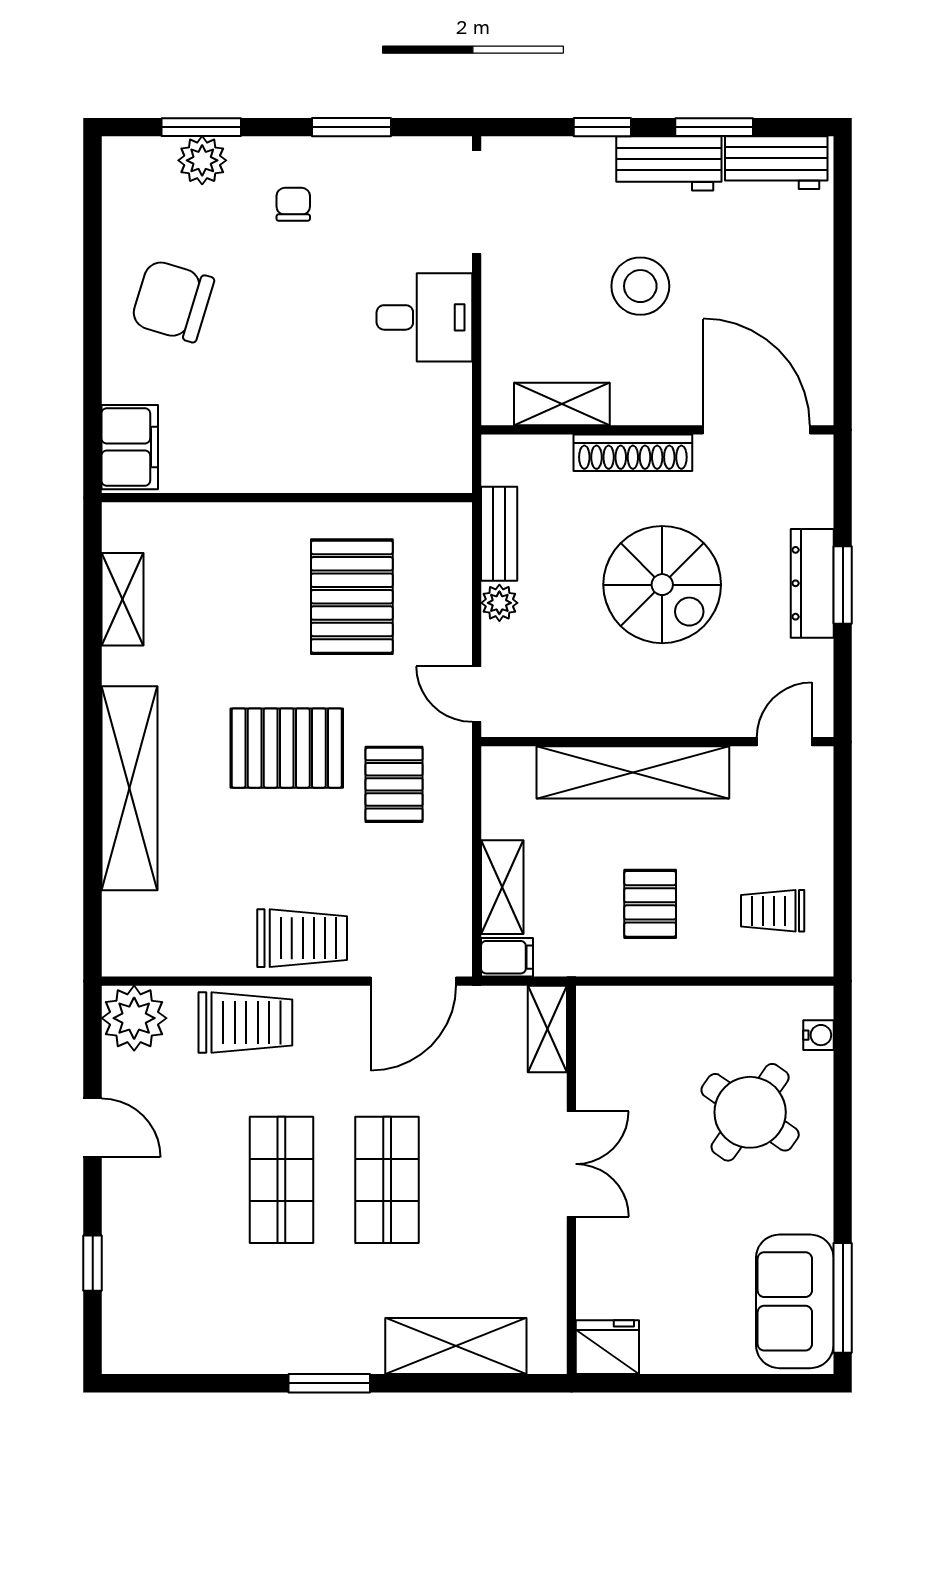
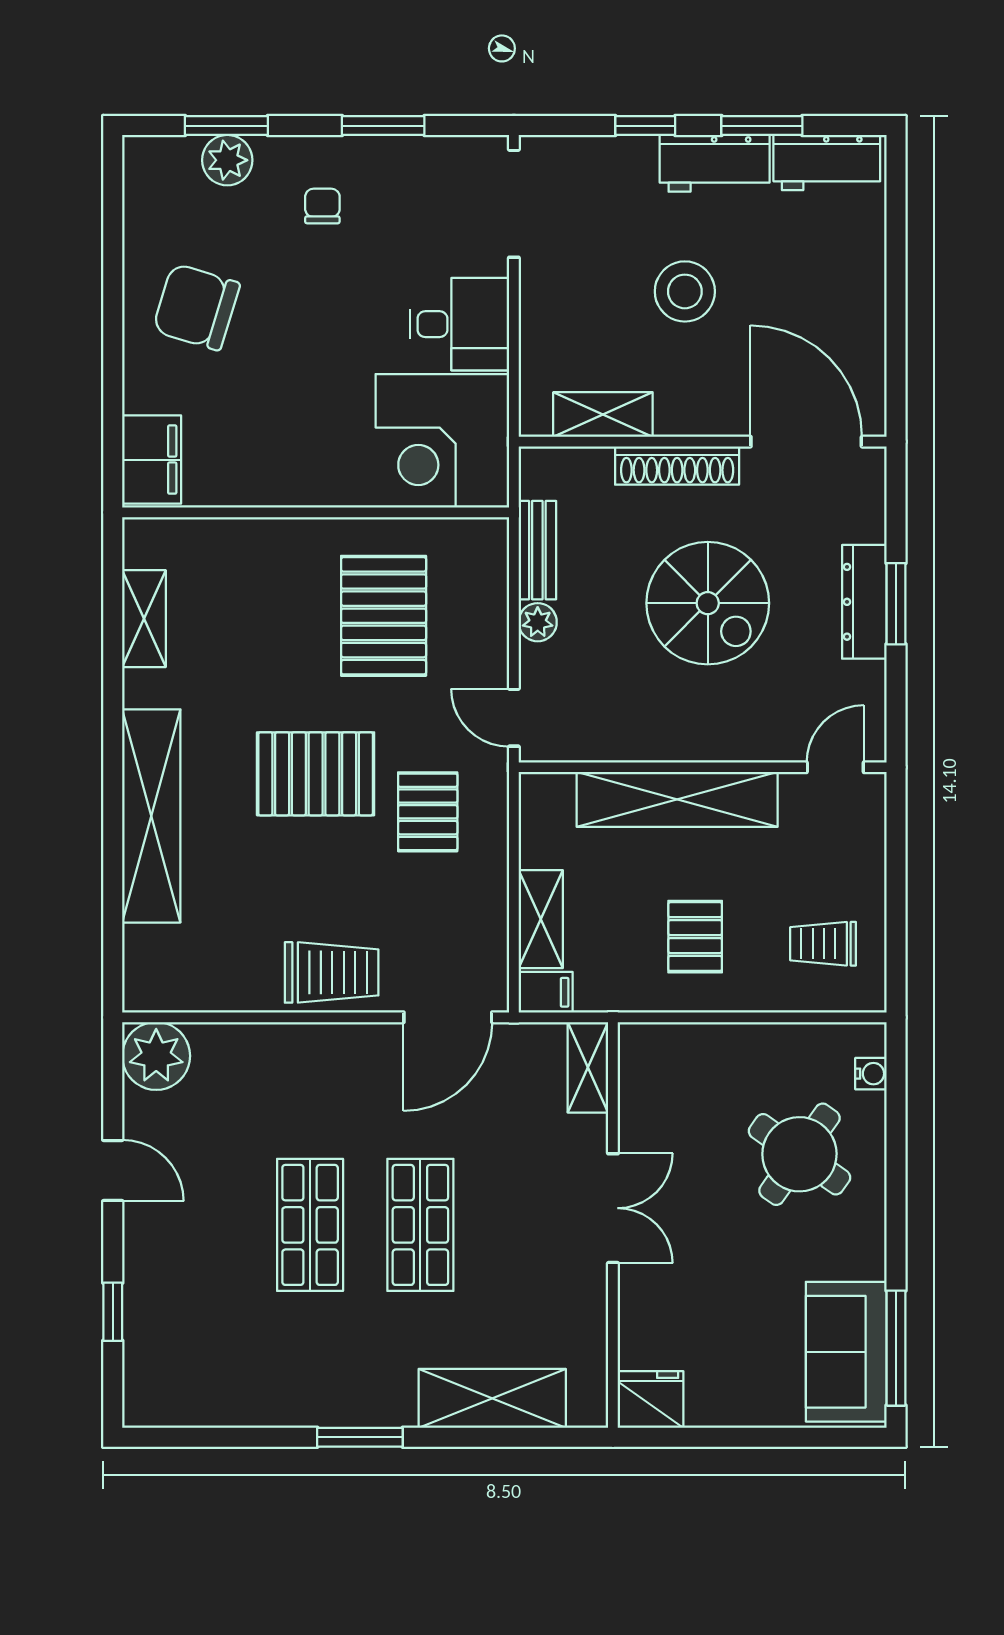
corner desk: (408, 429) -> (442, 441), added
trolley: (245, 1022) -> (272, 1060), removed

